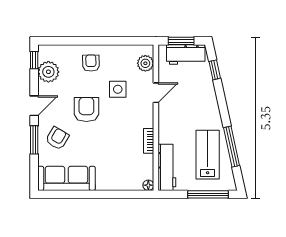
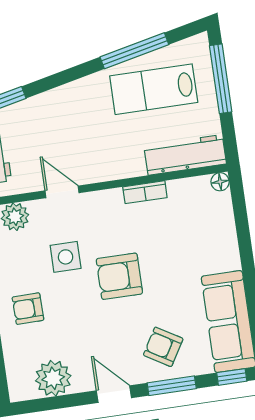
window: (34, 60) -> (232, 377), moved
armchair: (86, 109) -> (119, 276), moved

